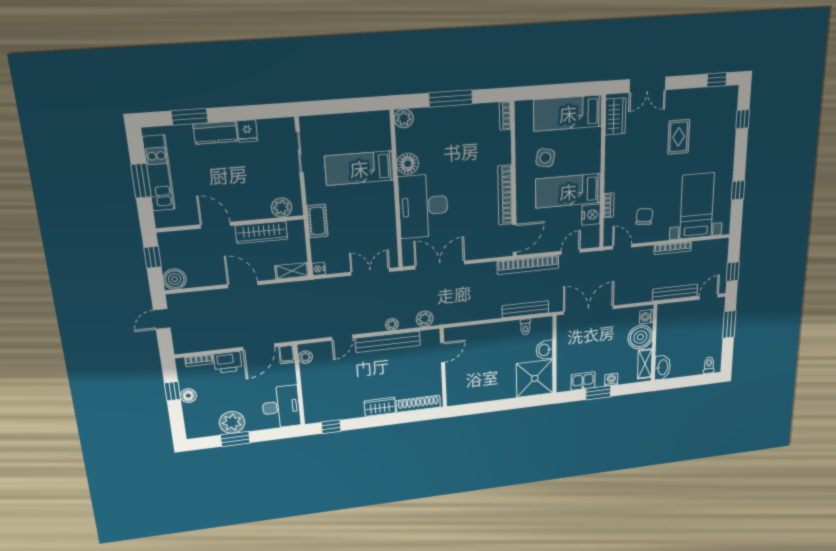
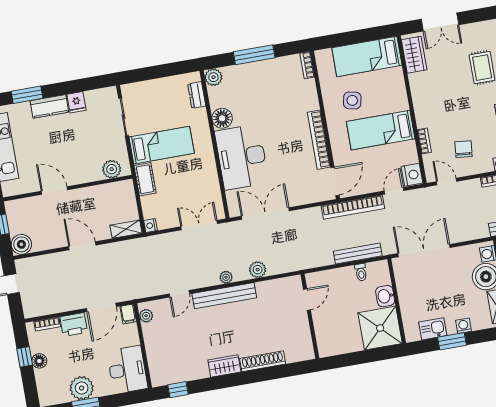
dresser: (383, 136) -> (197, 95), added
bed: (359, 168) -> (162, 145), moved, turned 180
nightstand: (591, 215) -> (412, 175), moved
wardrobe: (261, 232) -> (95, 194), removed
door: (443, 353) -> (307, 300), moved
wall: (443, 368) -> (310, 316), moved

